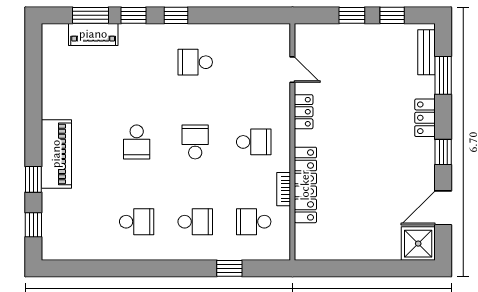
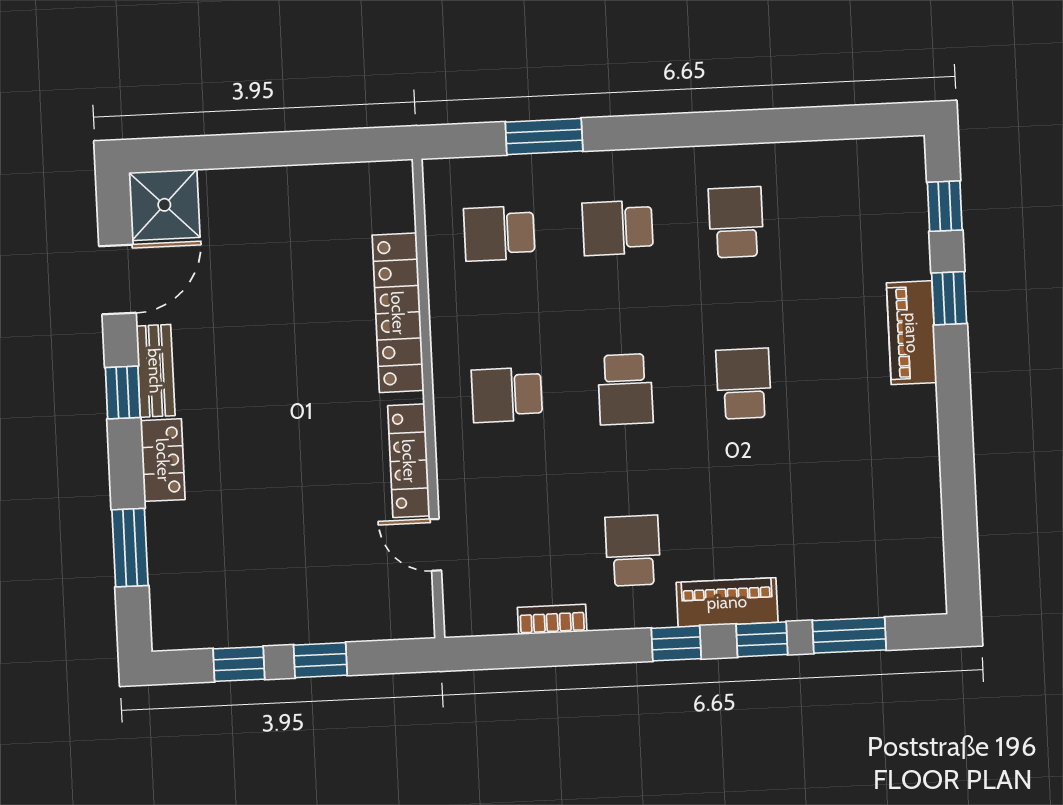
piano: (93, 34) -> (727, 602), moved
bench: (426, 52) -> (155, 371), moved
school desk: (195, 62) -> (633, 551), turned -90
locker: (304, 112) -> (409, 461), width x1.53
piano: (56, 154) -> (912, 333), width x0.73, depth x0.75
bookcase: (284, 189) -> (552, 619), moved, turned -90
school desk: (137, 222) -> (736, 222), turned 90
school desk: (254, 222) -> (499, 233), turned 180
window: (229, 268) -> (544, 136), width x1.50

